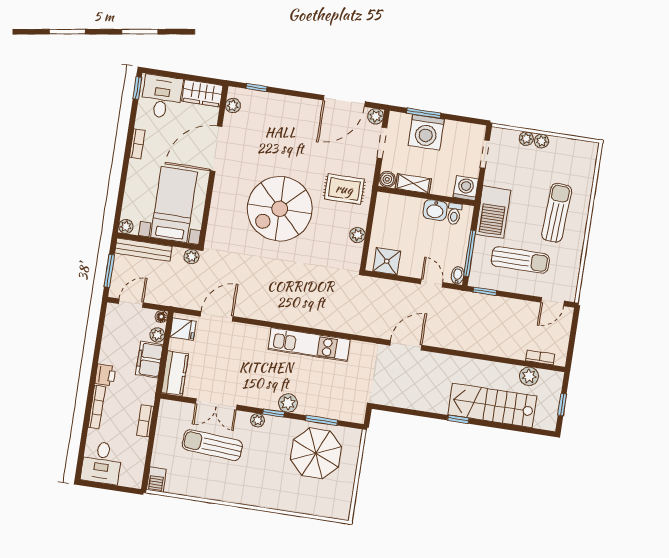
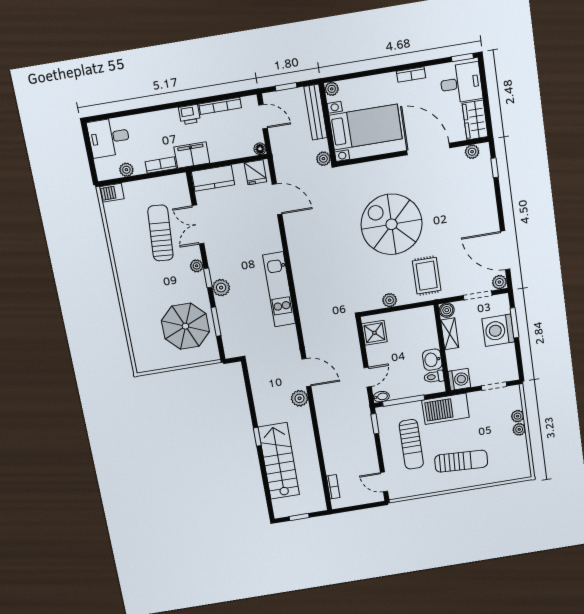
window: (109, 271) -> (286, 87), width x0.67
plant: (157, 335) -> (126, 170), moved
filing cabinet: (149, 360) -> (192, 155), moved
plant: (529, 376) -> (300, 398), moved
bookcase: (97, 407) -> (220, 106), moved

